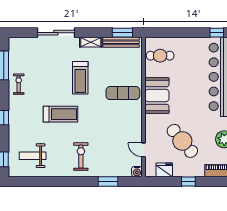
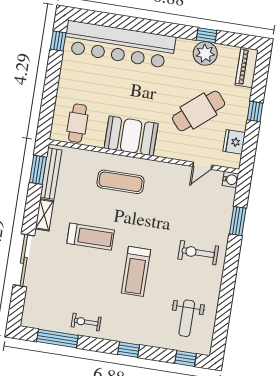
exercise mat: (123, 93) -> (121, 182), turned 90
treadmill: (61, 114) -> (136, 271), turned 180

